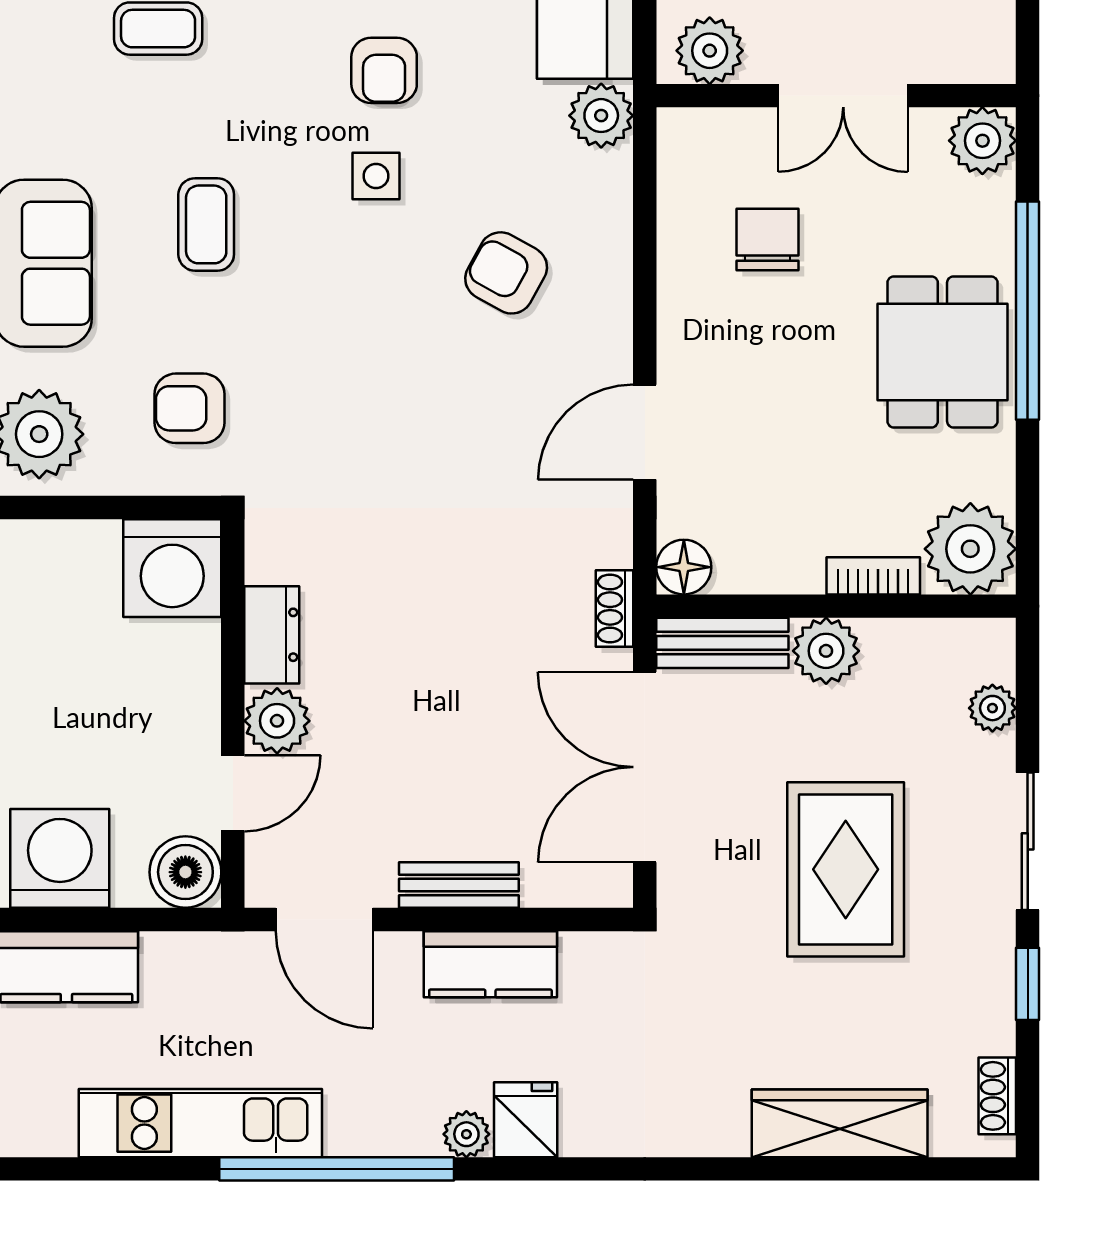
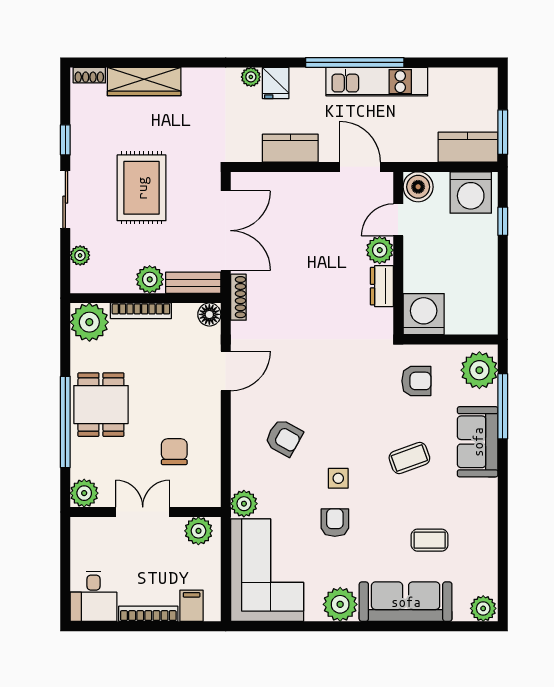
coffee table: (206, 224) -> (409, 458), turned 70
chair: (767, 240) -> (174, 452), turned 180
bookcase: (873, 576) -> (141, 311), width x1.56
shoe rack: (614, 609) -> (238, 297), width x1.43
bench: (459, 885) -> (304, 181), removed
shoe rack: (997, 1096) -> (89, 75), moved, turned 90
kitchen unit: (200, 1123) -> (377, 82), moved
plant: (466, 1134) -> (251, 77), moved

